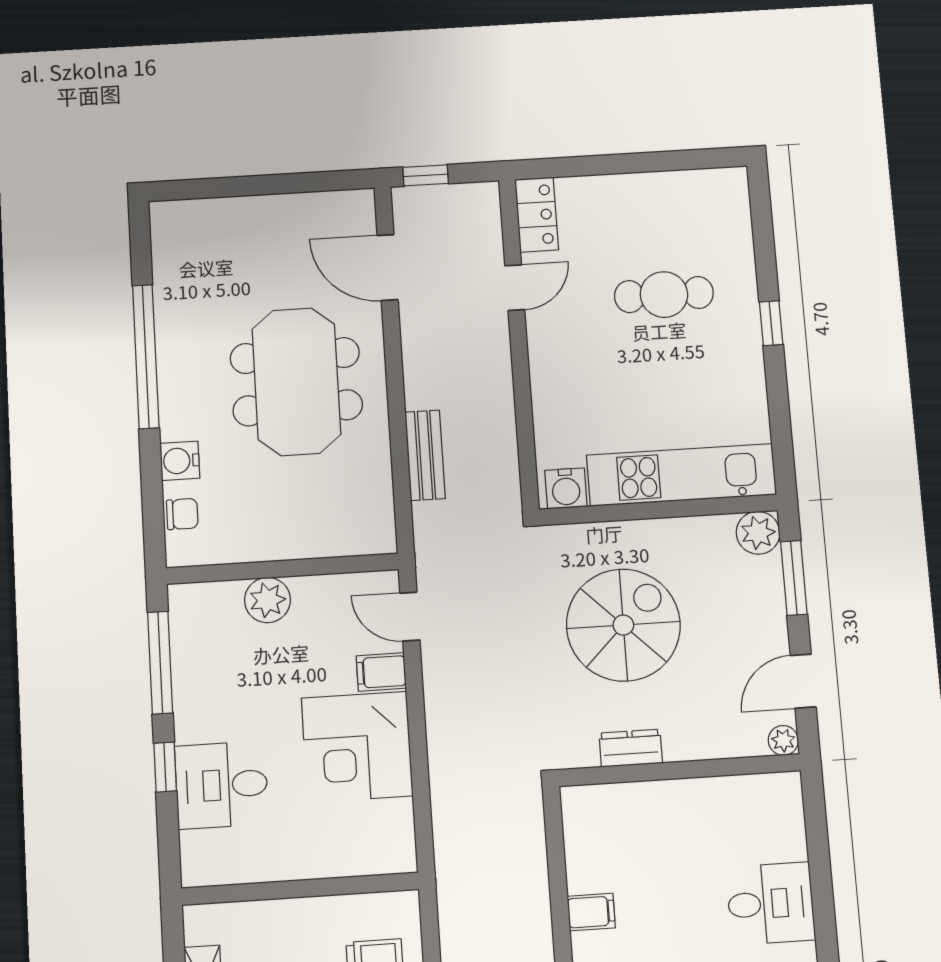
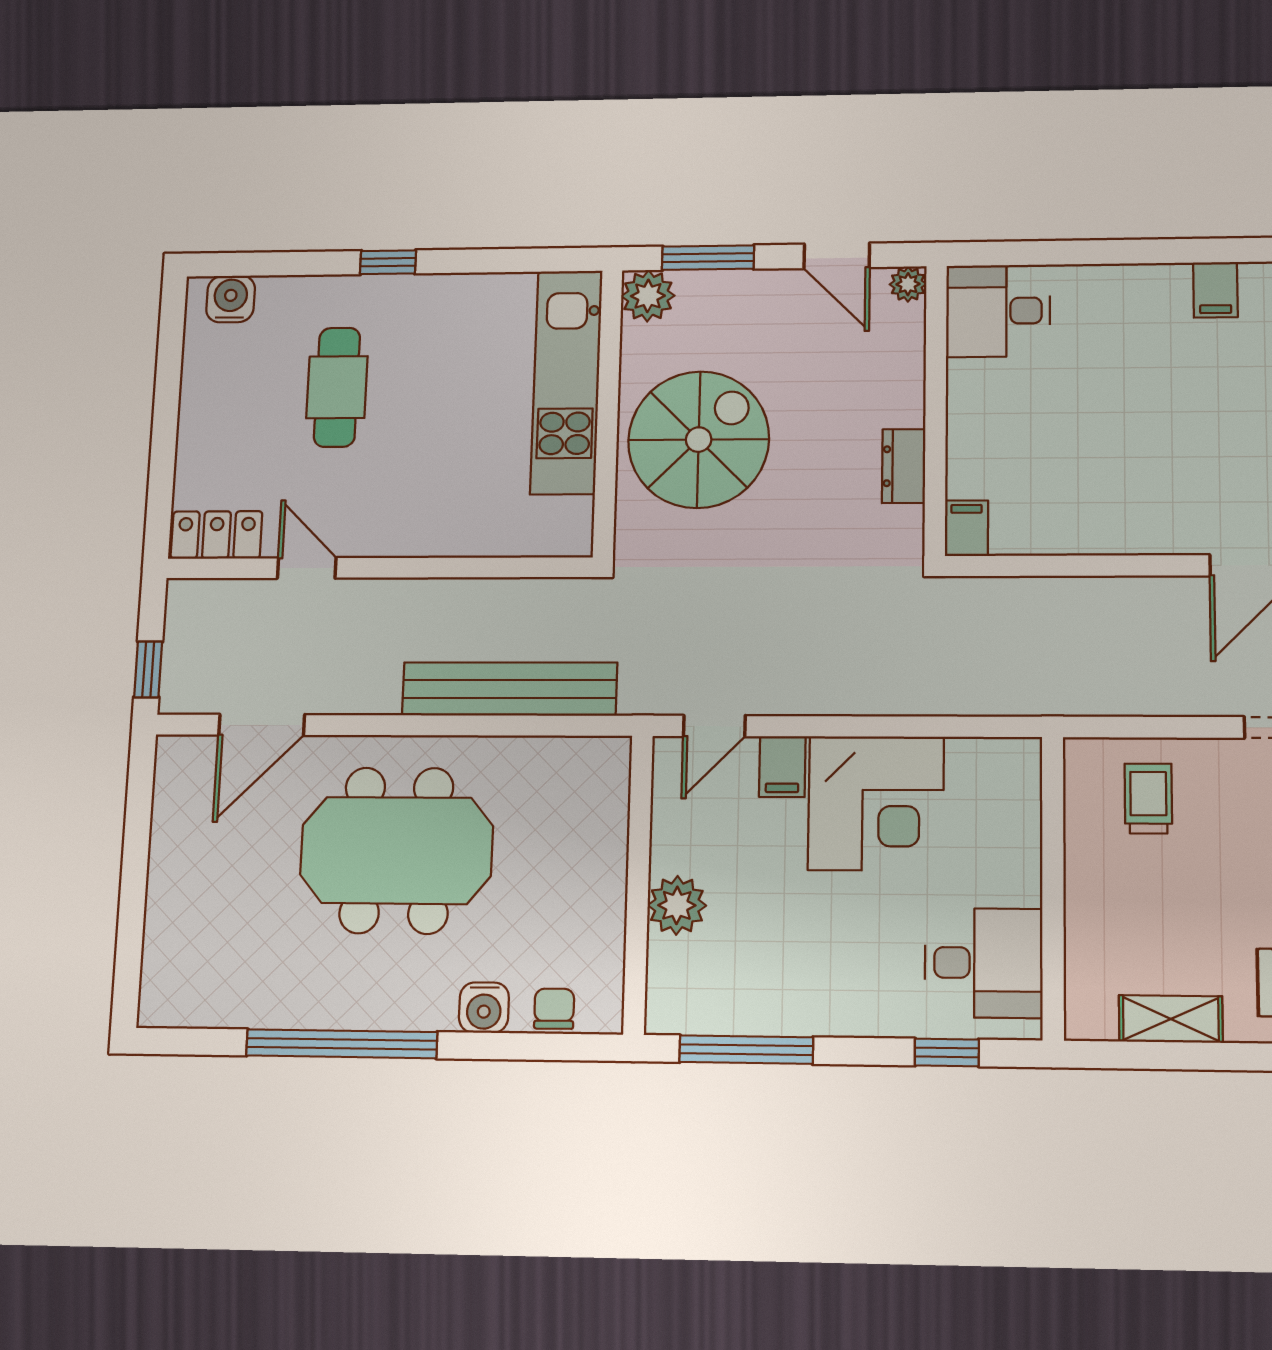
bench: (425, 455) -> (509, 689), width x1.86, depth x1.21
water cooler: (566, 488) -> (231, 299), moved, turned -90
spiral stairs: (623, 625) -> (699, 440), moved, turned 90
window: (165, 767) -> (947, 1052), moved
desk: (222, 785) -> (984, 963), moved, turned -90
desk: (771, 903) -> (998, 311), moved, turned -90
filing cabinet: (591, 912) -> (966, 528), moved

